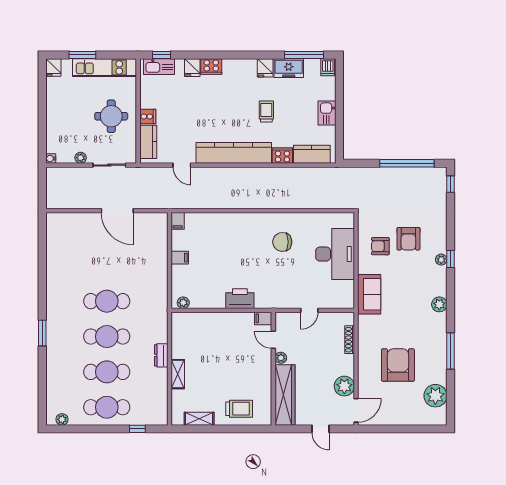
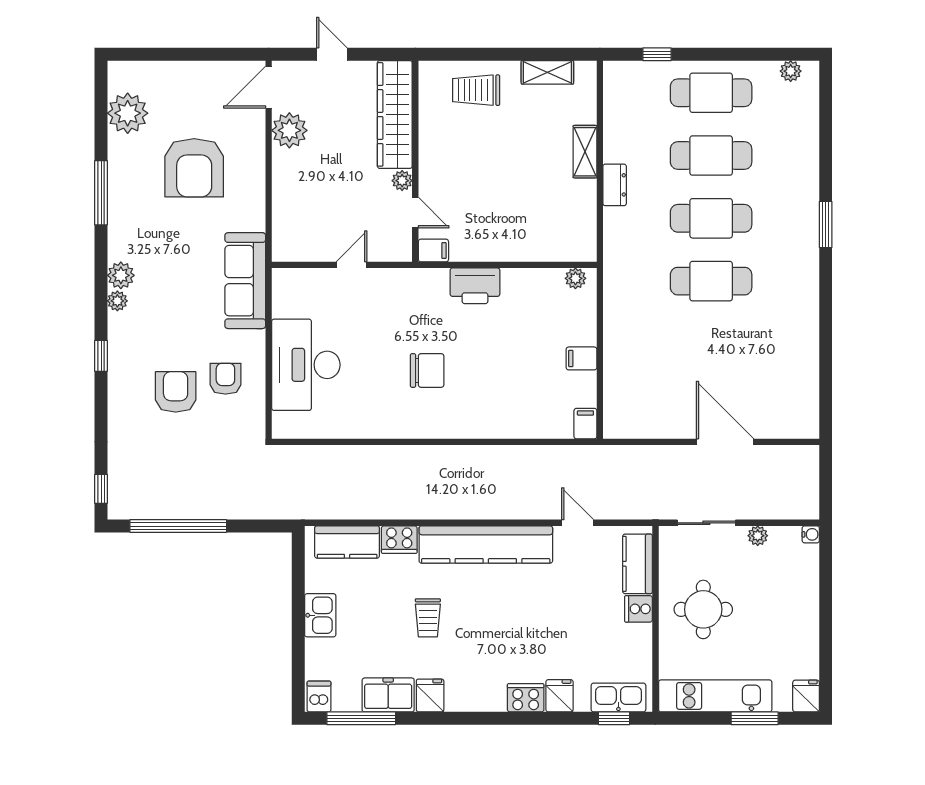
door: (117, 211) -> (725, 442), moved
chair: (282, 242) -> (427, 370), moved
armchair: (380, 246) -> (225, 379), turned -90
plant: (441, 260) -> (117, 301), moved
sofa: (369, 294) -> (245, 281), width x1.36
shoe rack: (350, 340) -> (280, 213), removed

